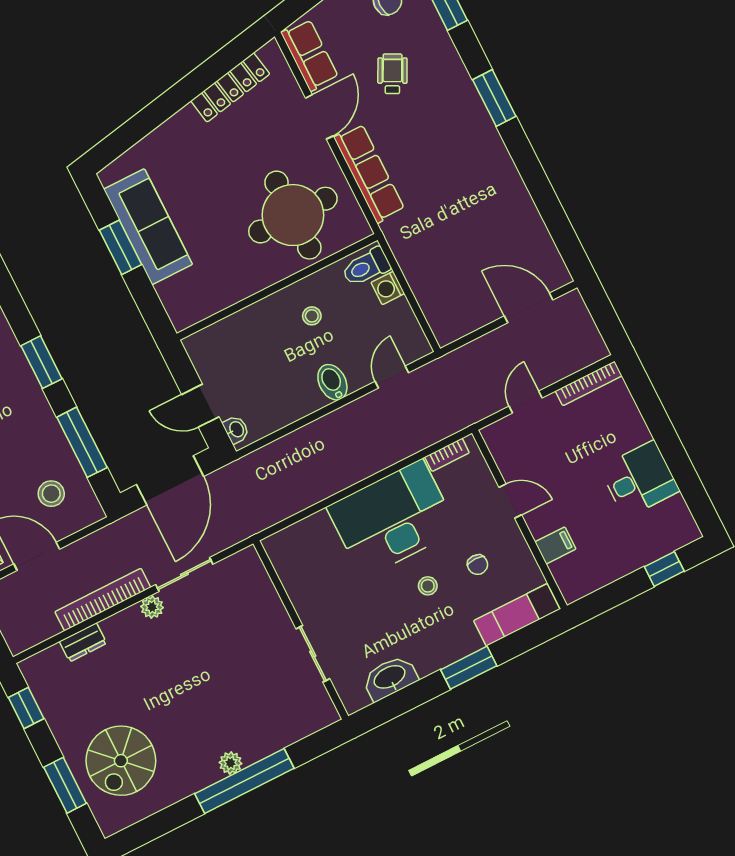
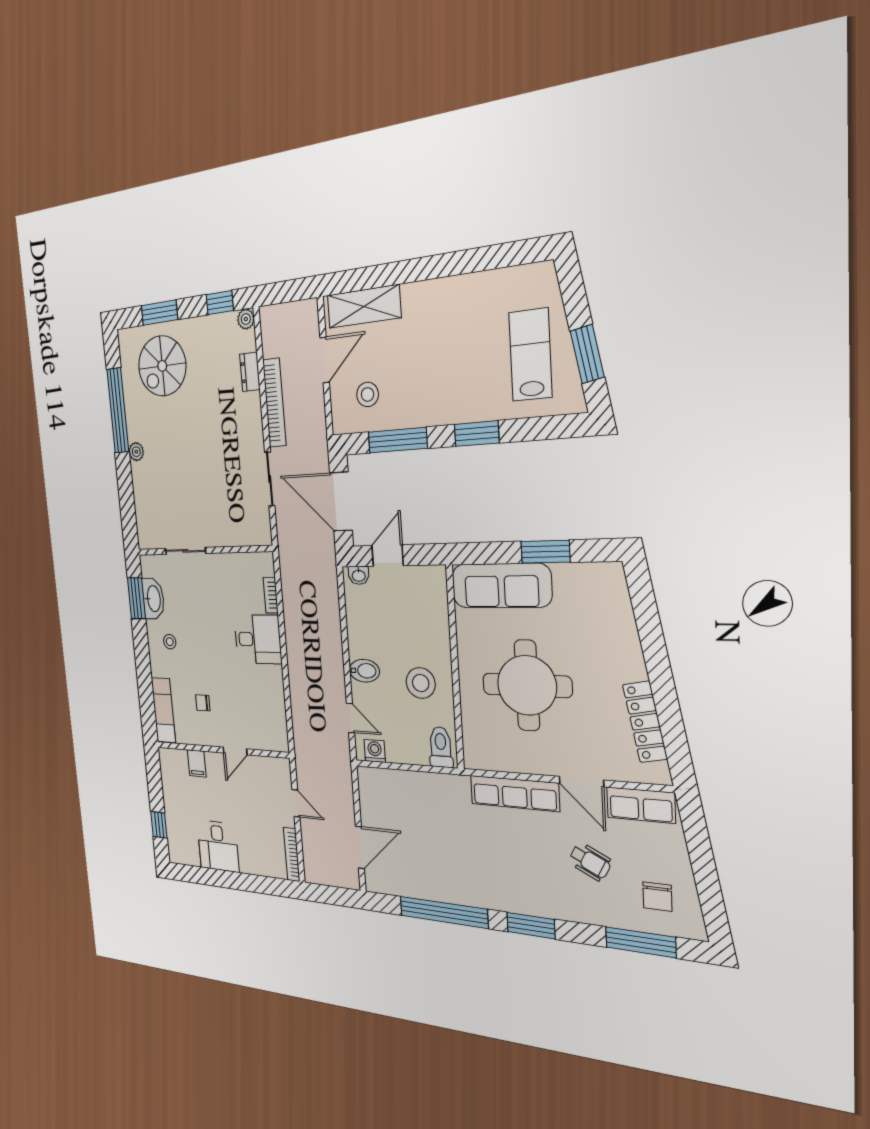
window: (540, 189) -> (444, 912), added
round table: (293, 215) -> (527, 685), moved
sofa: (148, 227) -> (501, 586), moved
washing machine: (388, 288) -> (375, 751), moved
stool: (312, 316) -> (421, 683), width x1.89, depth x1.89
bookcase: (447, 455) -> (271, 595), moved
desk: (392, 519) -> (258, 639), width x0.53, depth x0.77
stool: (428, 586) -> (170, 642), moved
plant: (152, 607) -> (246, 319), moved
window: (469, 668) -> (136, 598), moved
spiral stairs: (121, 761) -> (162, 366), turned -90
window: (244, 781) -> (118, 411), moved

